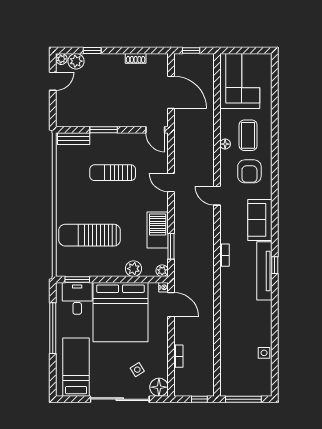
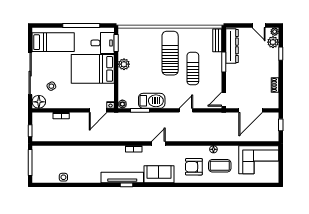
dresser: (81, 118) -> (232, 46), added
door: (217, 196) -> (158, 144), moved
sun lounger: (90, 235) -> (170, 53), moved
plant: (133, 269) -> (124, 64), moved
bed: (121, 312) -> (93, 69), width x0.73

